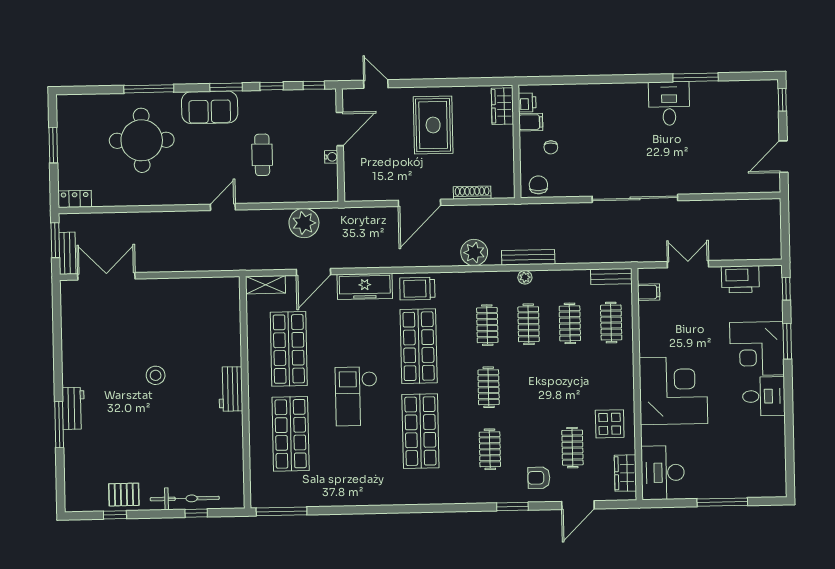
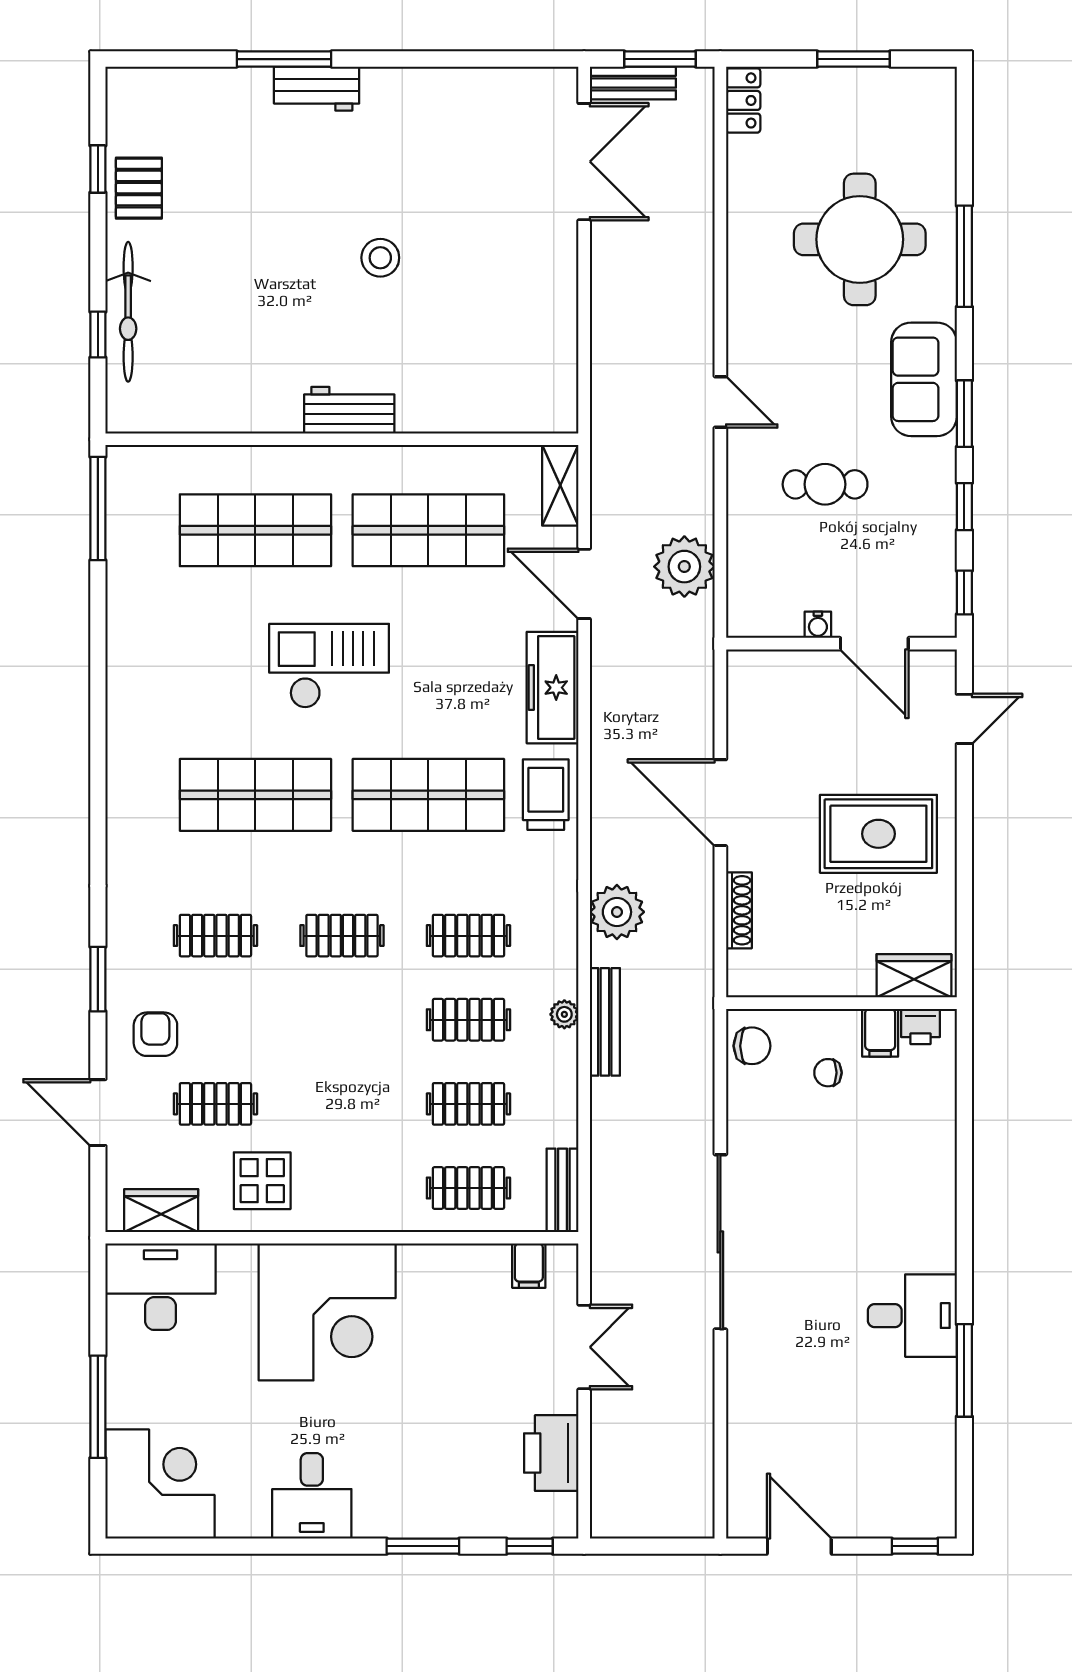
corner desk: (757, 349) -> (160, 1484), moved, turned 90

